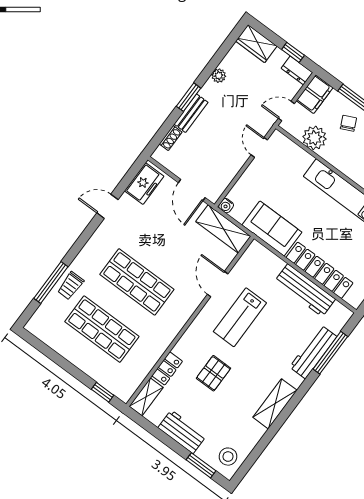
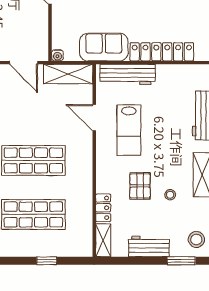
workbench: (305, 290) -> (128, 74), moved
window: (103, 392) -> (47, 261), moved
stool: (234, 401) -> (170, 195), added

